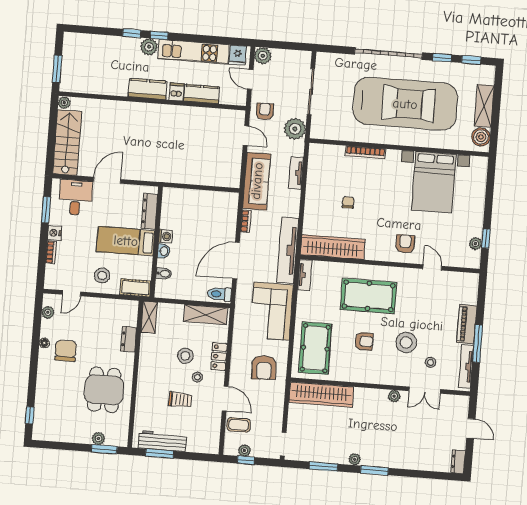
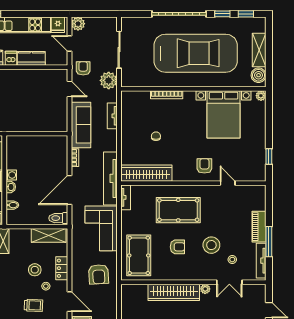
plant: (475, 244) -> (261, 96), moved
wardrobe: (321, 395) -> (174, 292), moved

